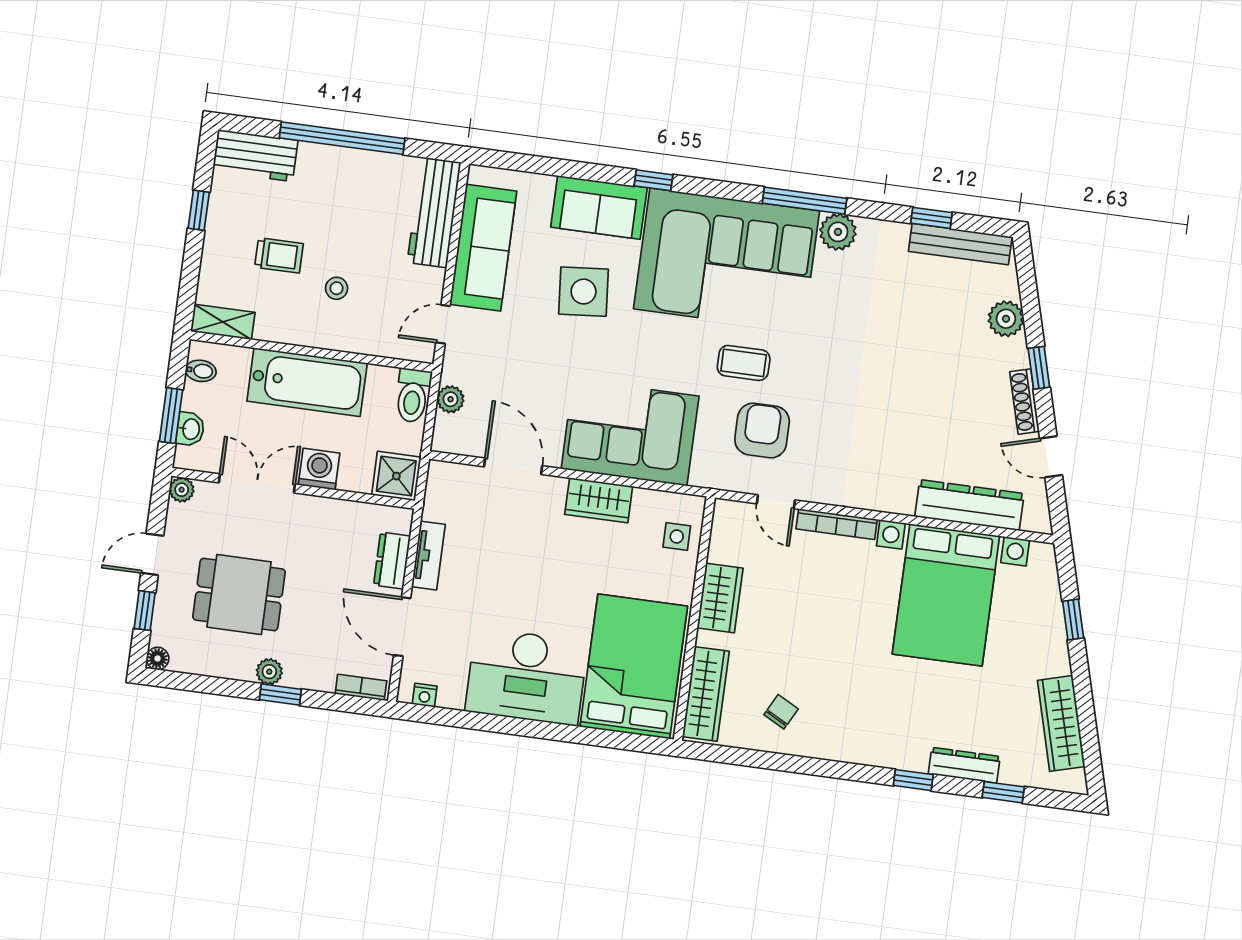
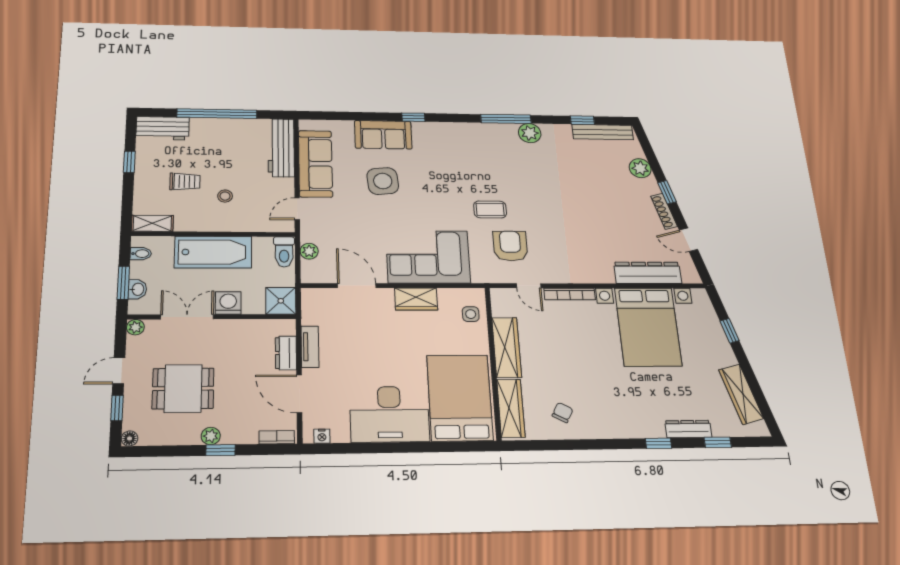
corner sofa: (727, 260) -> (467, 155), removed
wardrobe: (720, 598) -> (507, 347), width x1.50

